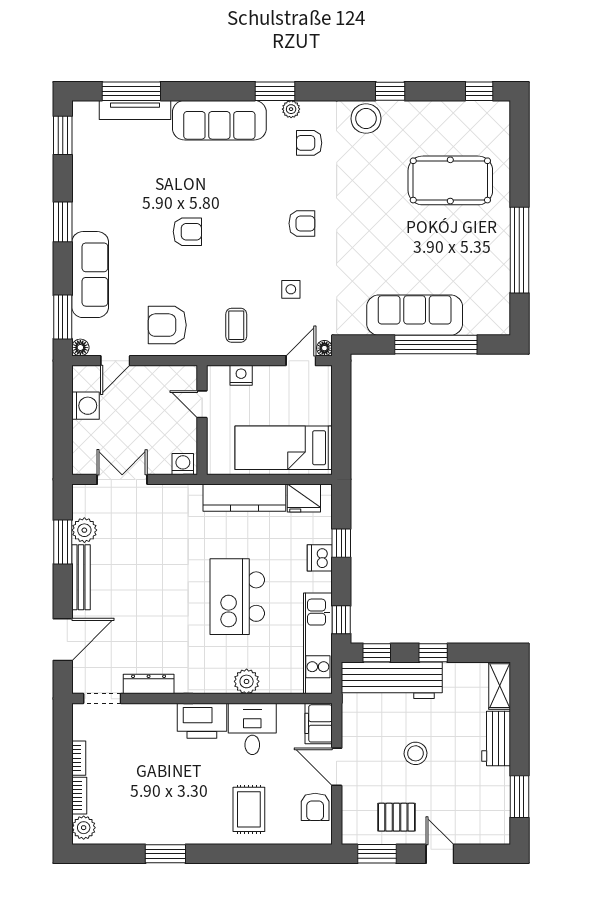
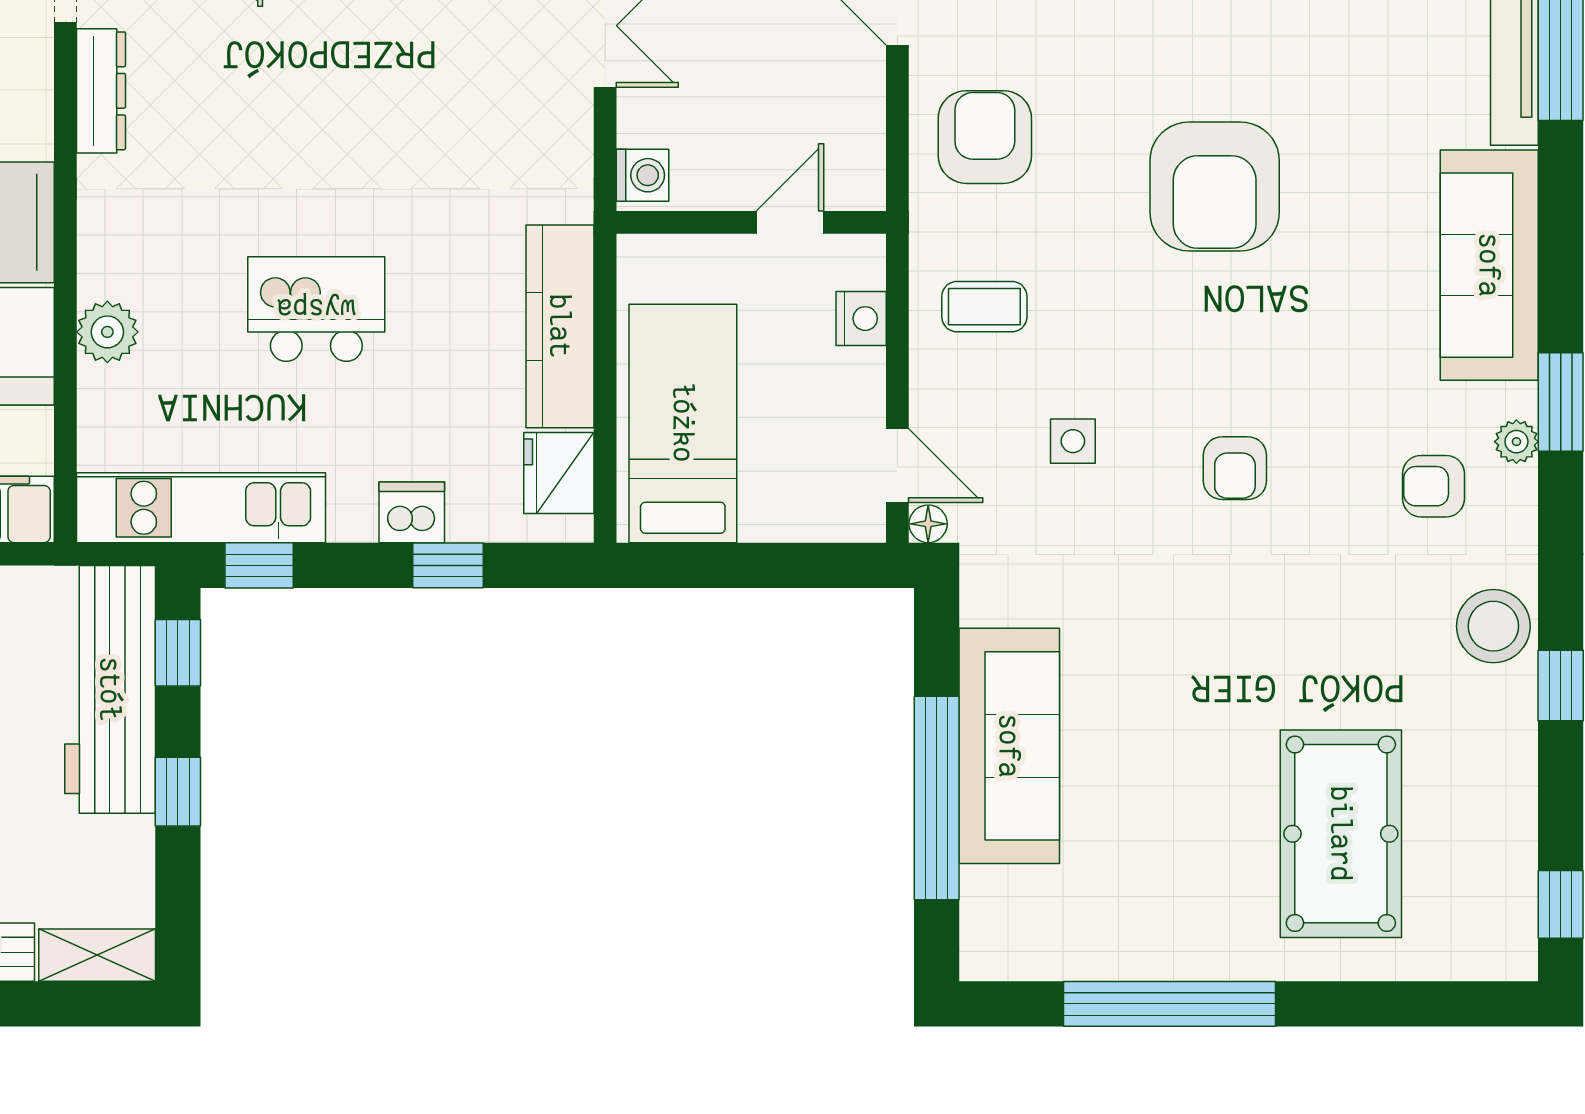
armchair: (309, 143) -> (1434, 486), turned -90
armchair: (187, 232) -> (1215, 187), width x1.88, depth x1.88
kitchen island: (237, 597) -> (316, 309), width x0.73, depth x0.78

